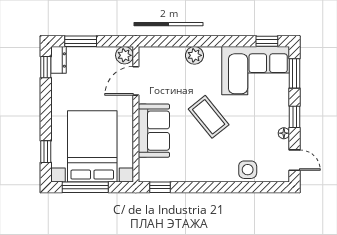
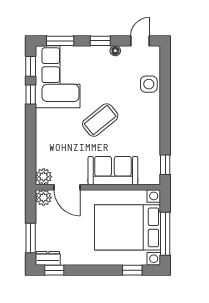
window: (236, 41) -> (31, 95), added
plant: (194, 55) -> (44, 177), moved

